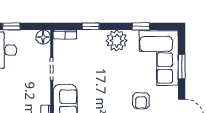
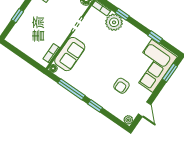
plant: (117, 40) -> (114, 22), moved
window: (182, 67) -> (170, 73), moved

